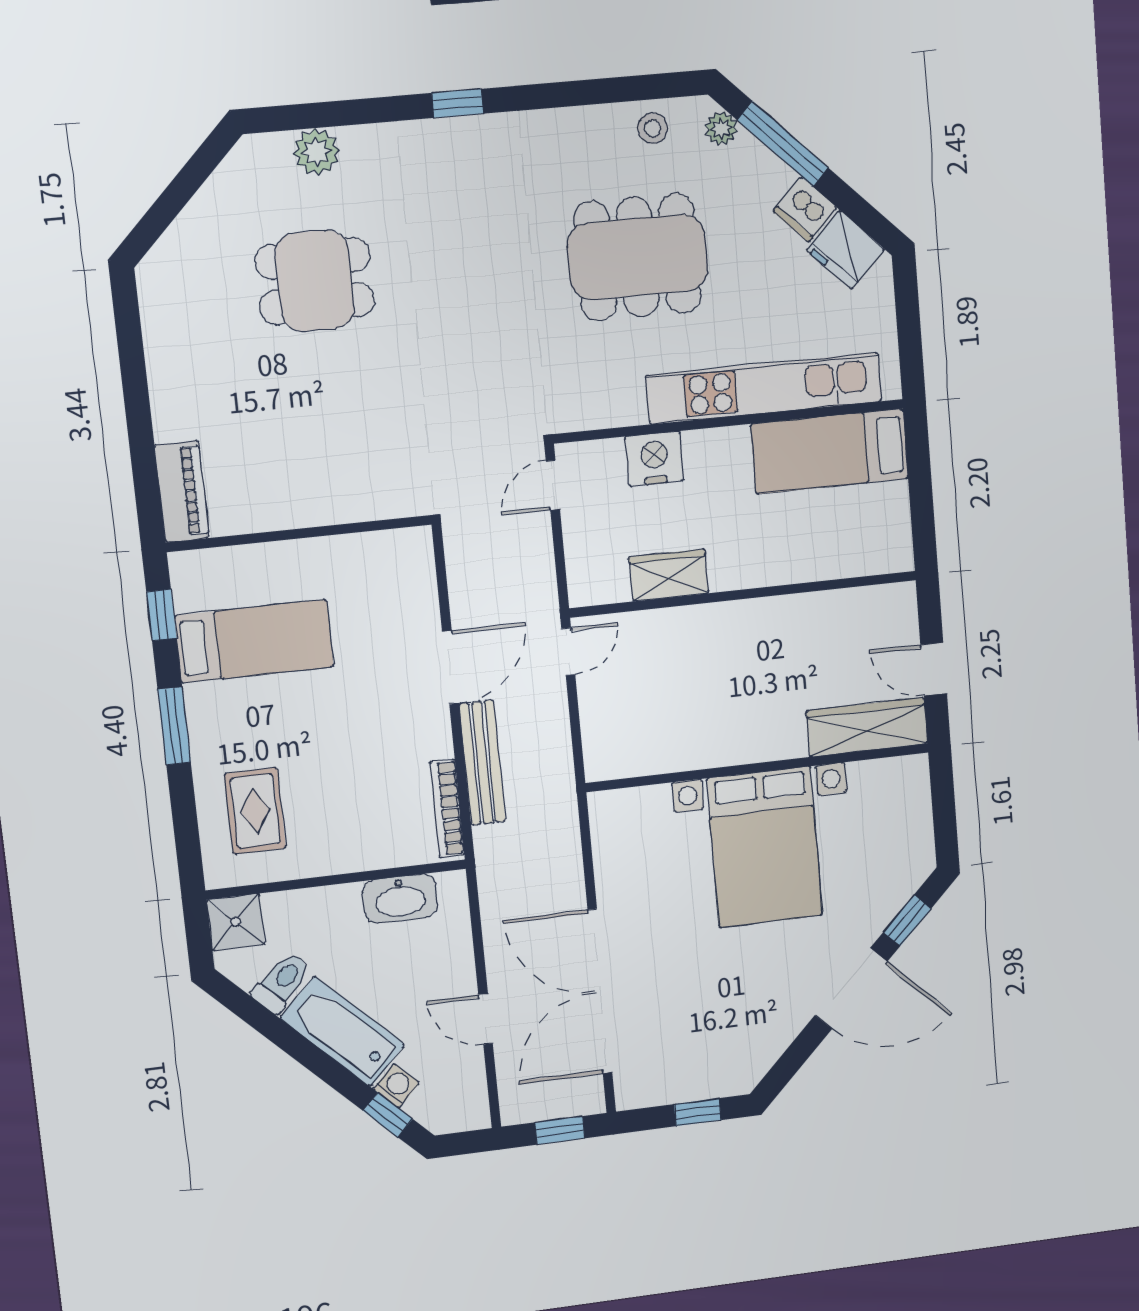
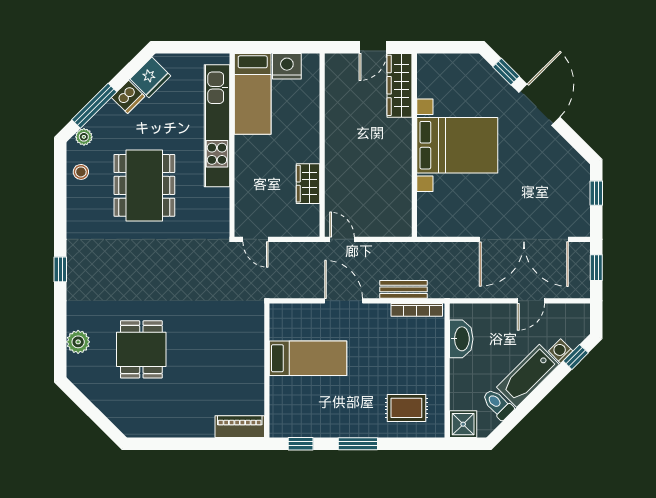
nightstand: (654, 459) -> (287, 66), moved, turned 90
bed: (254, 641) -> (308, 358), moved, turned 90
bench: (482, 763) -> (404, 289), width x0.73

